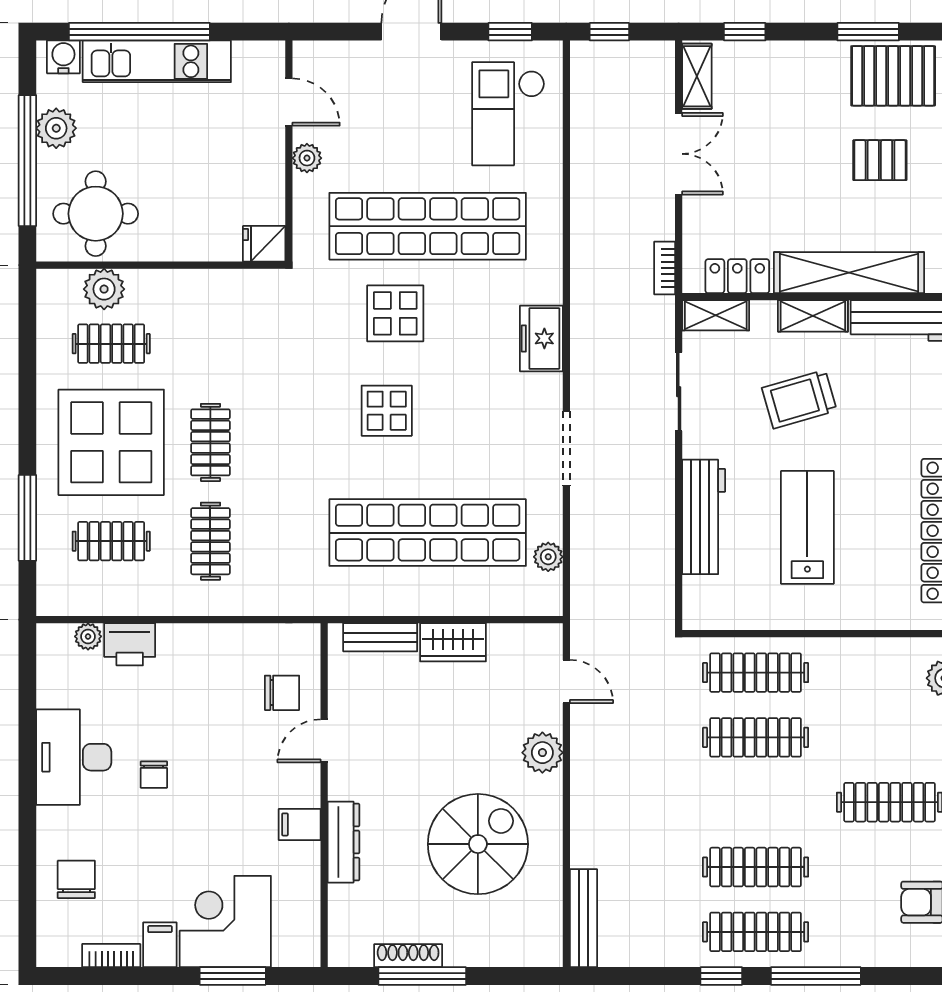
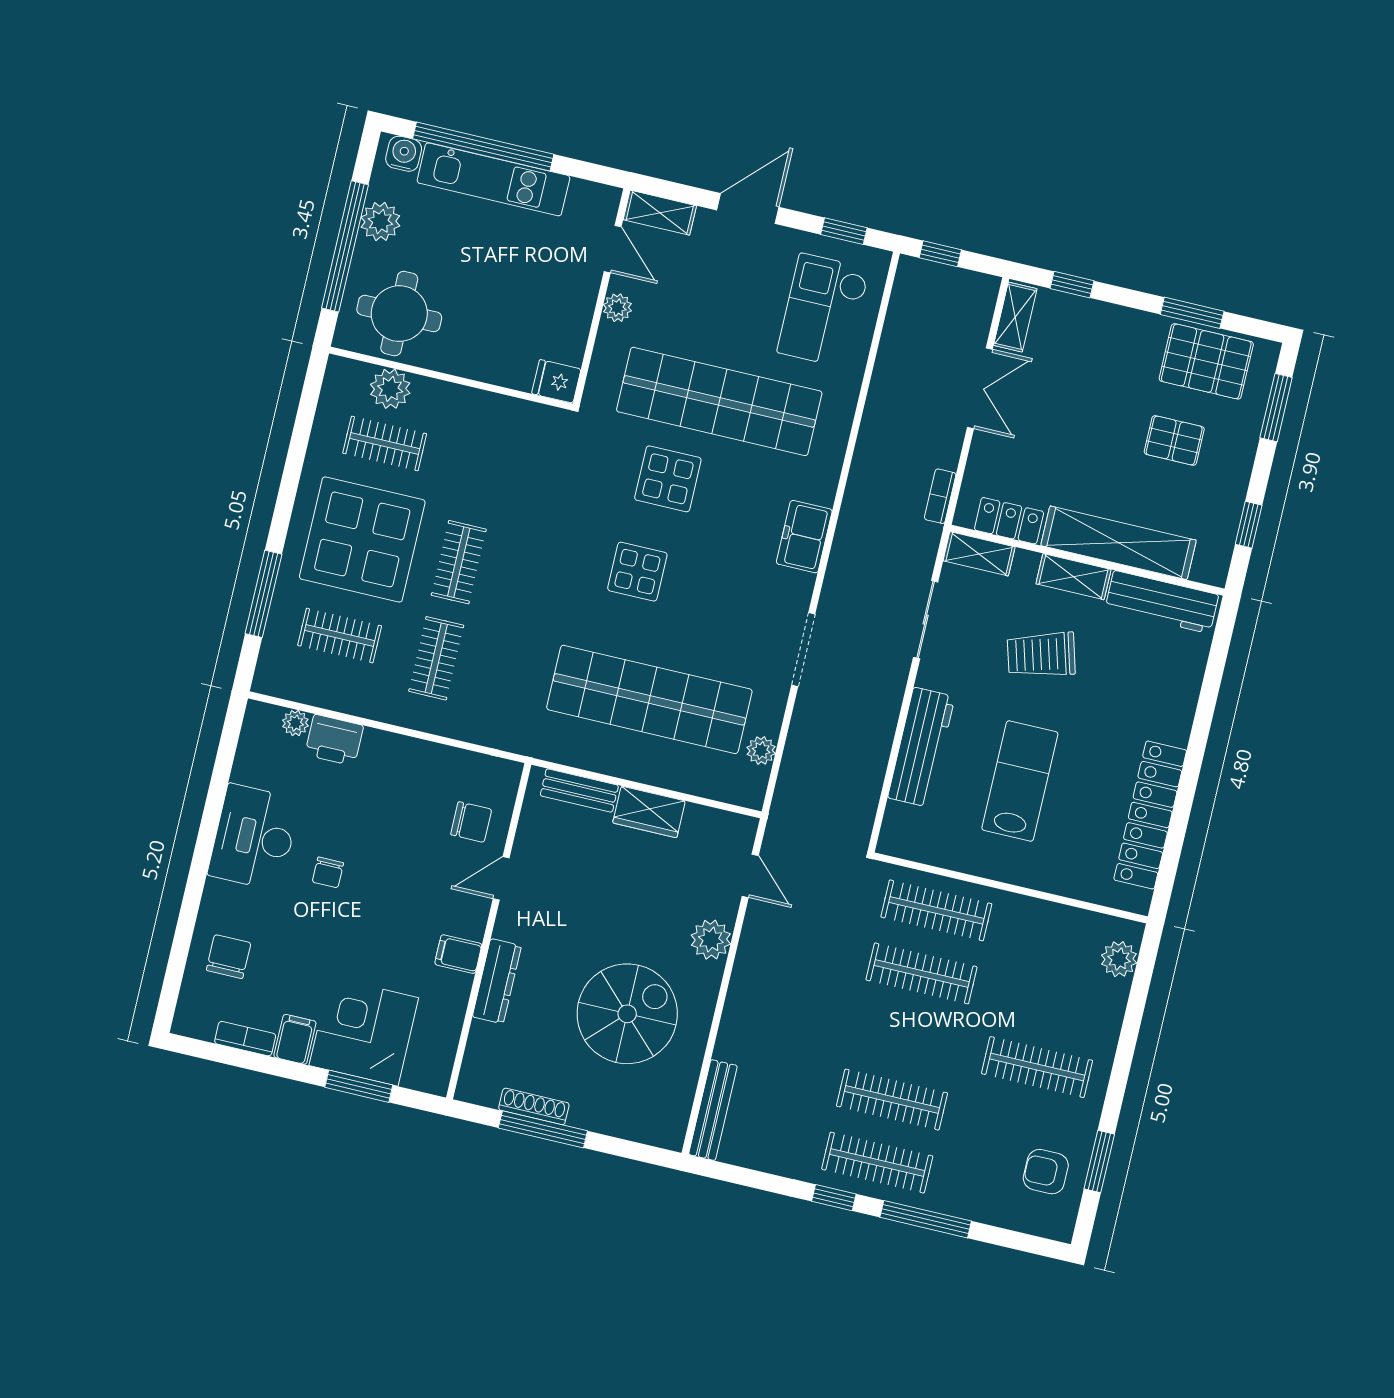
shelving: (327, 56) -> (660, 213), added

